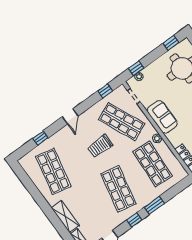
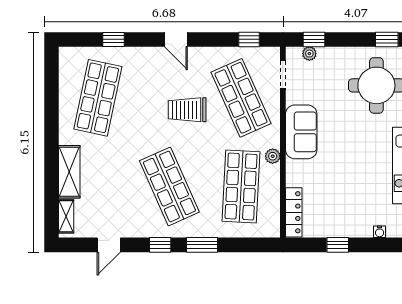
door: (70, 116) -> (176, 39), hinge flipped
shop shelf: (118, 189) -> (169, 186), turned -36

